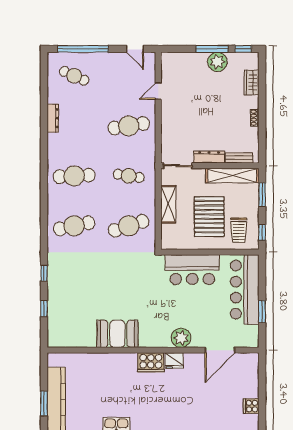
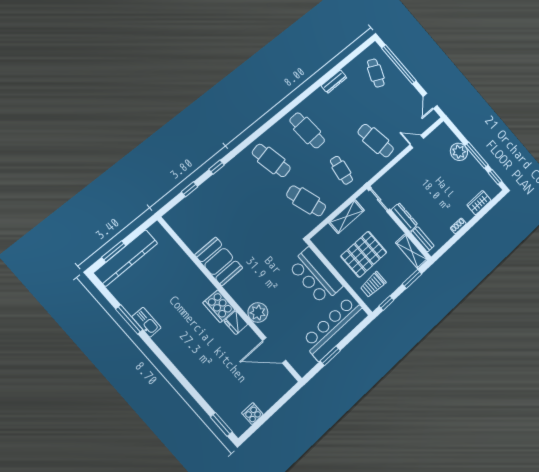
plant: (217, 62) -> (459, 152), moved
shelving: (232, 176) -> (412, 251), width x0.68

